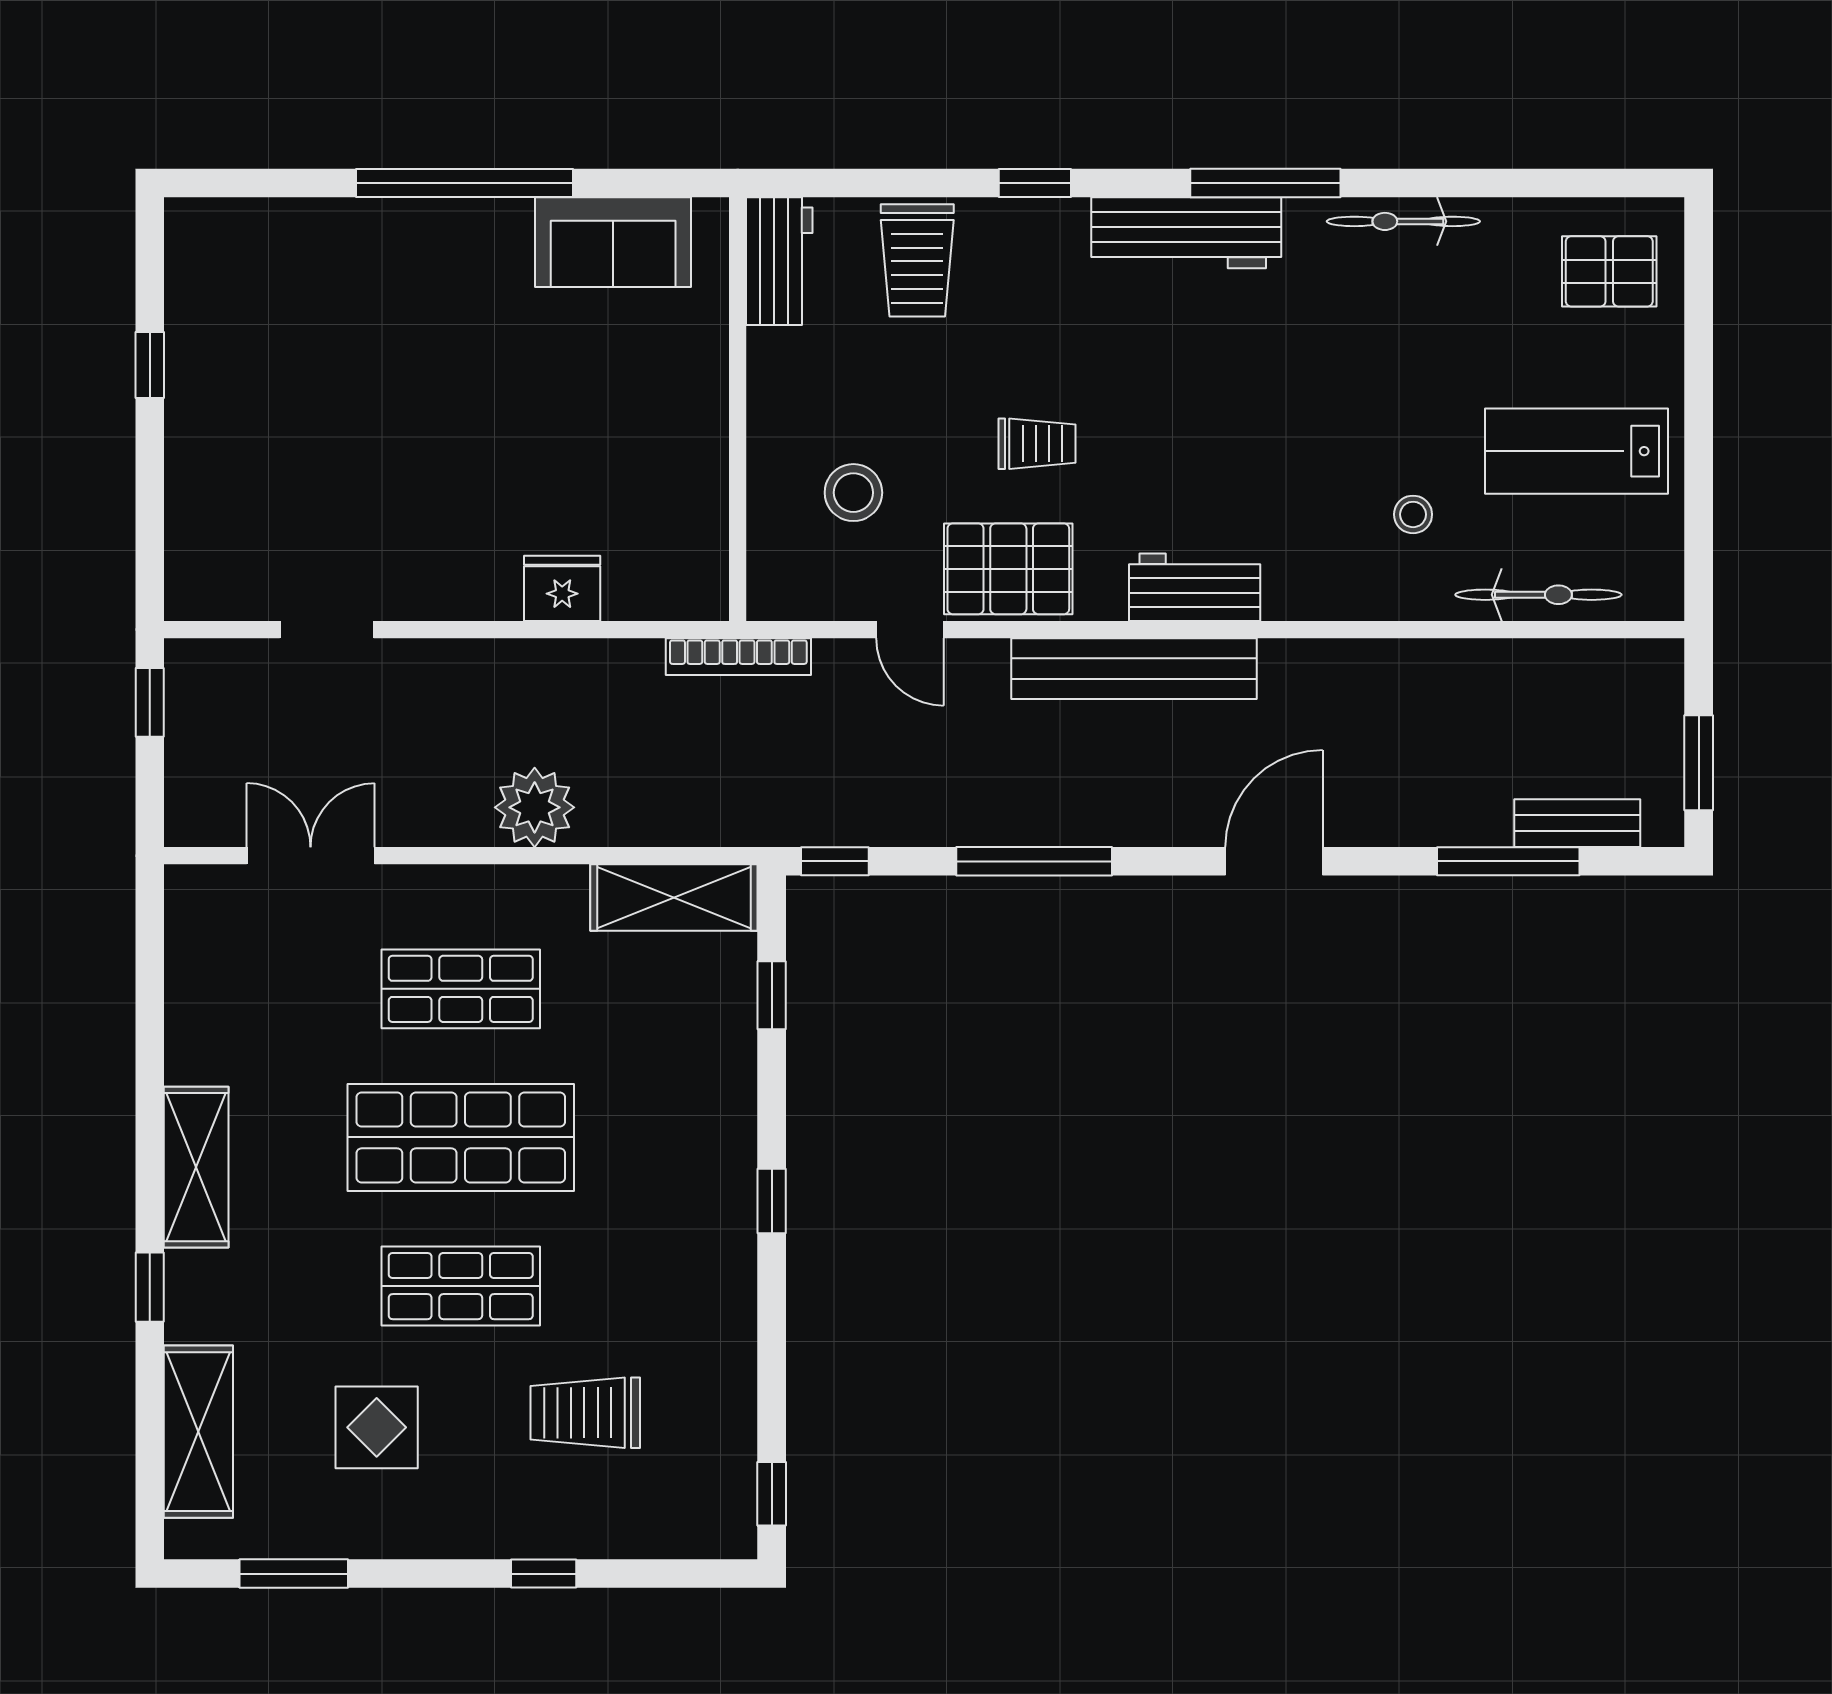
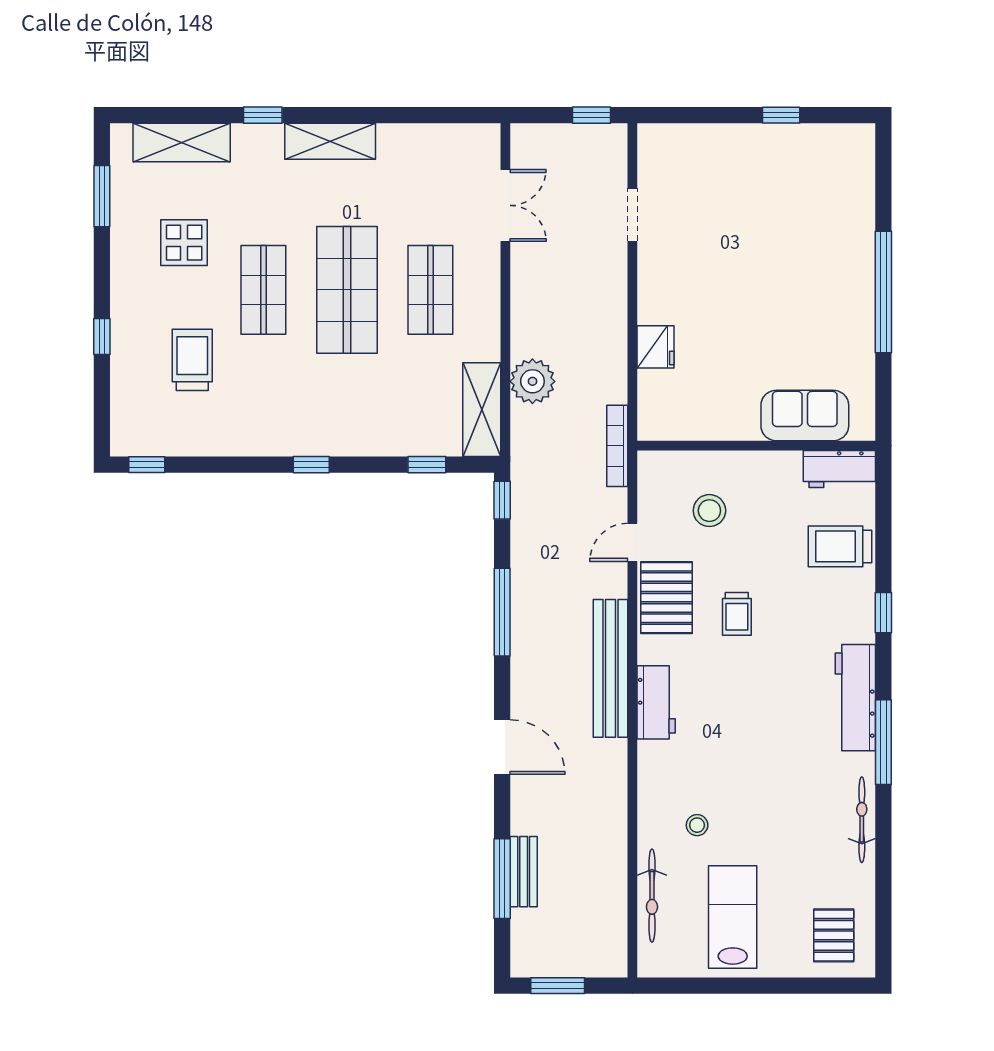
sofa: (613, 242) -> (805, 415), moved, turned 90
plant: (535, 807) -> (532, 381), moved
bench: (1577, 823) -> (524, 872), moved

